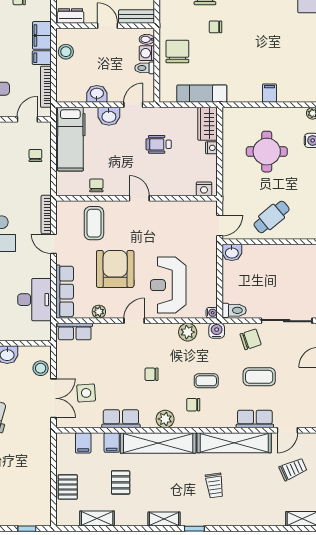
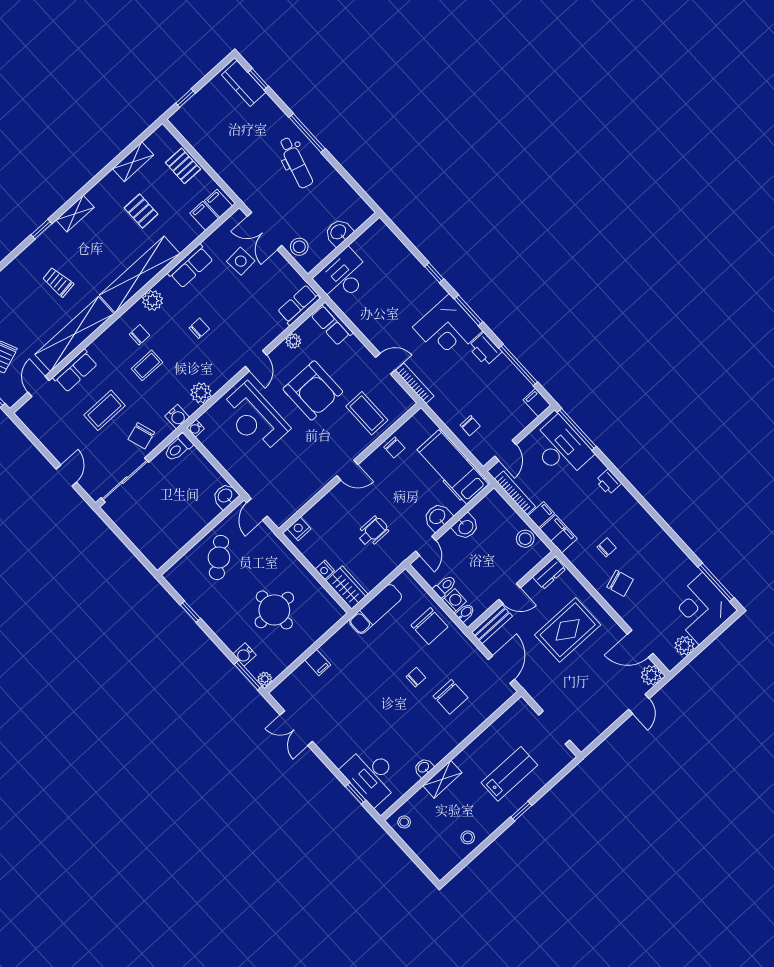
reception desk: (168, 285) -> (255, 418), turned 180
row of seats: (65, 292) -> (332, 324), width x0.68
desk: (34, 300) -> (343, 276), moved, turned 90
filing cabinet: (112, 443) -> (218, 203), moved

